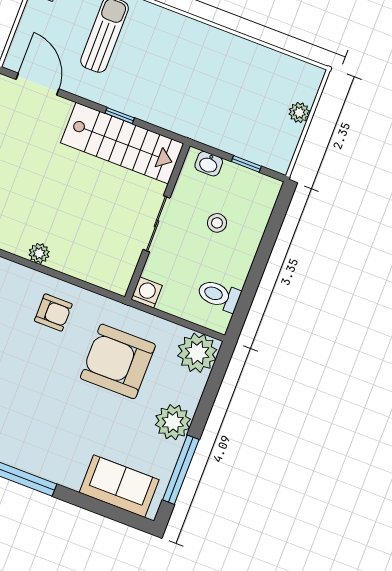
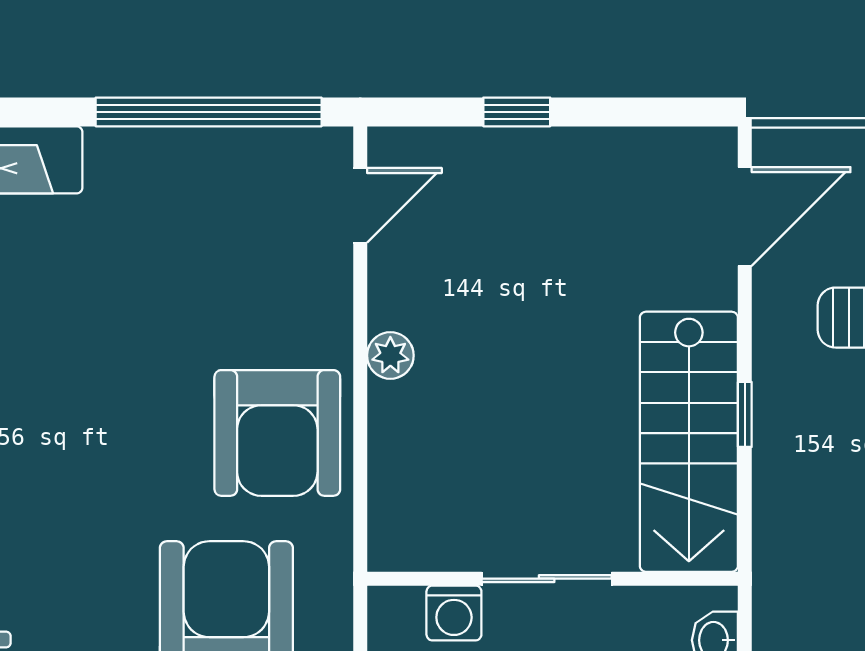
washing machine: (147, 292) -> (454, 613), moved, turned 90
armchair: (53, 313) -> (277, 433), width x1.88, depth x1.88

